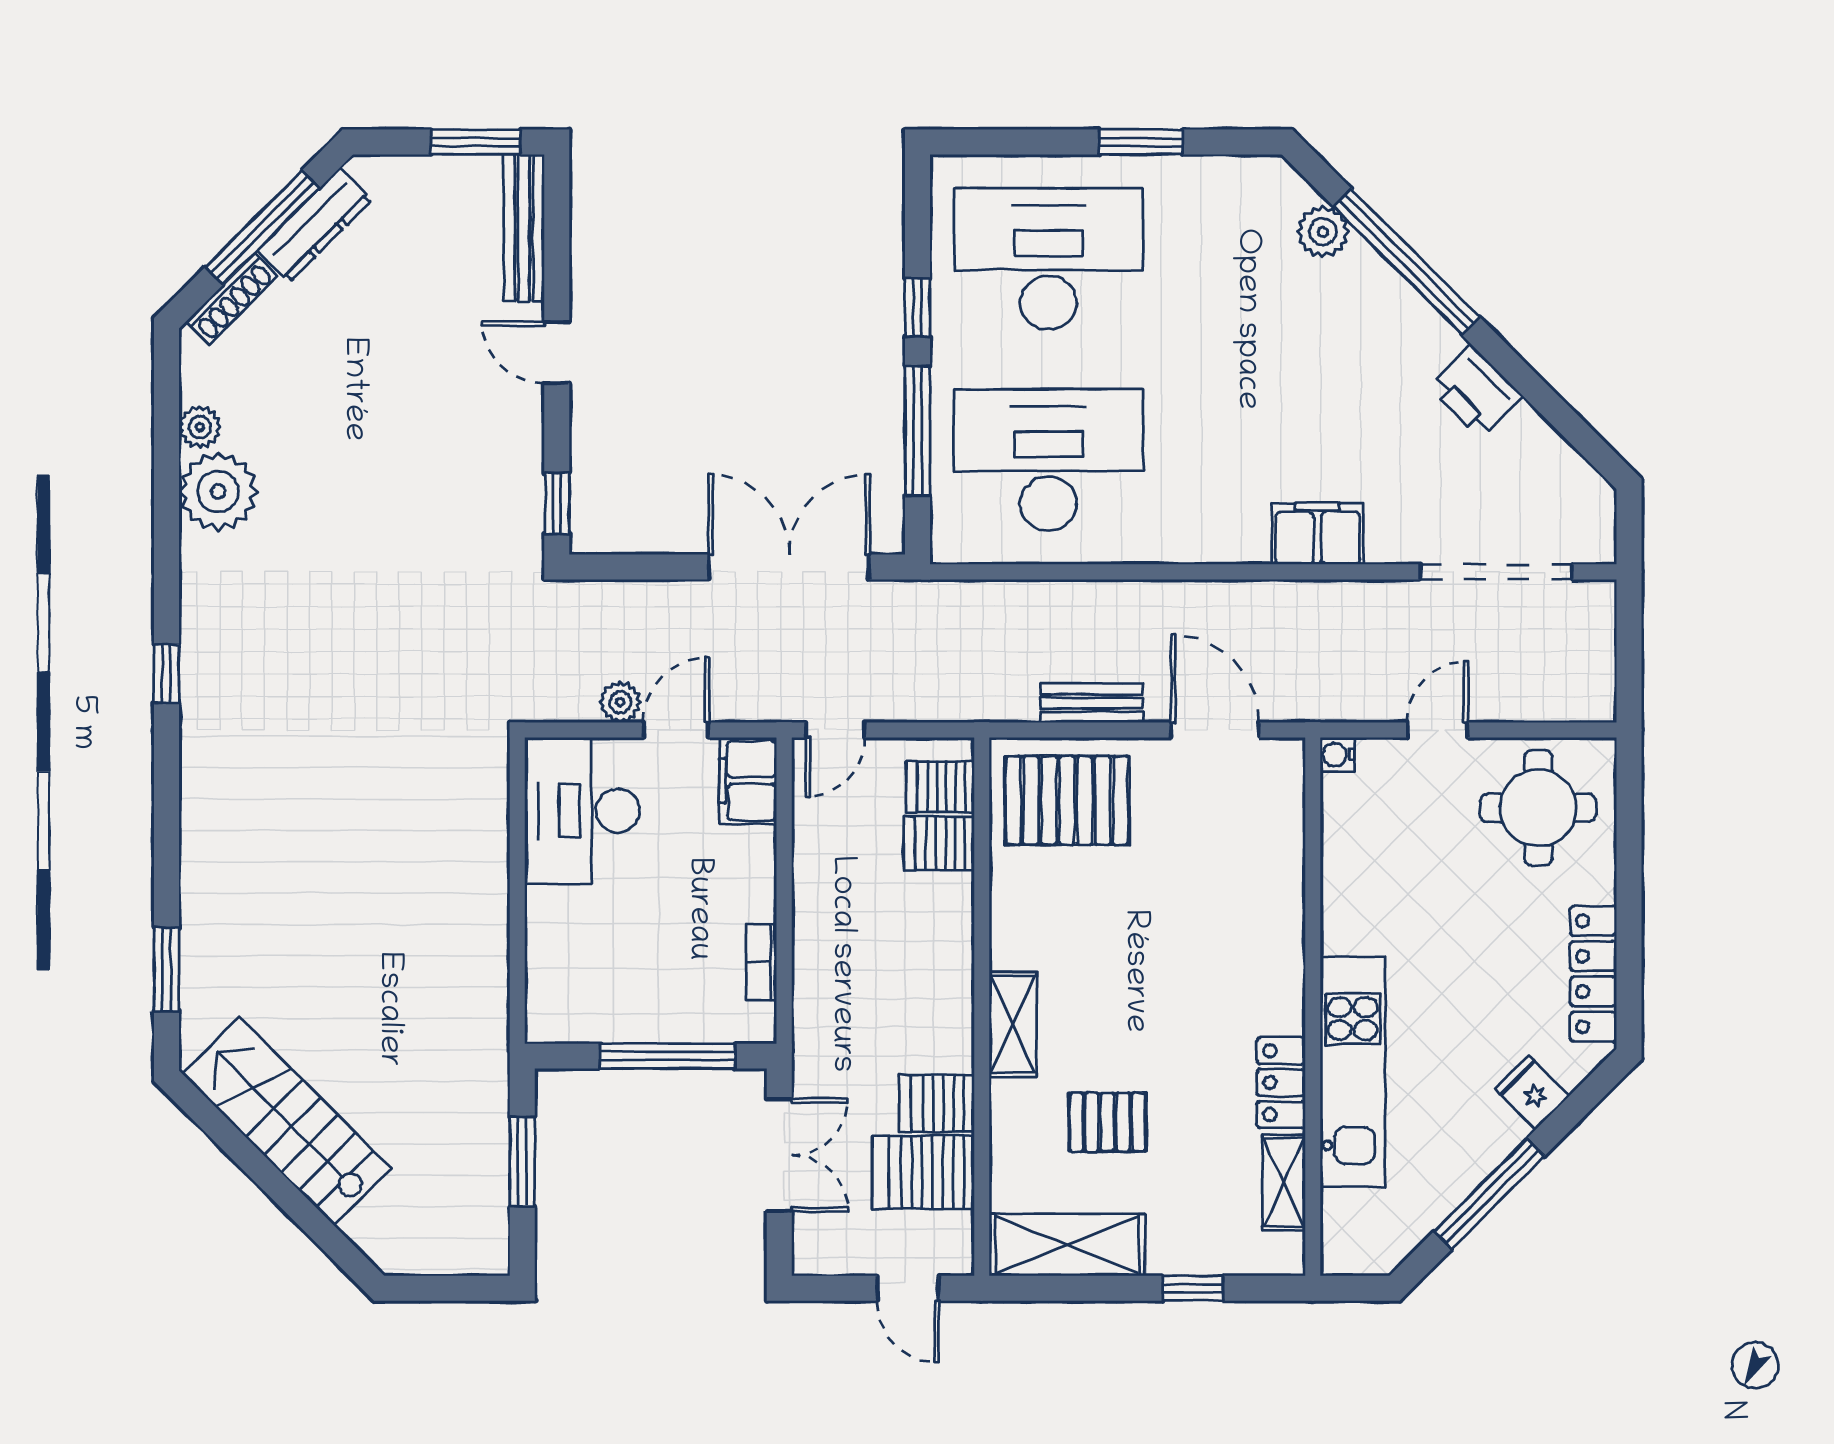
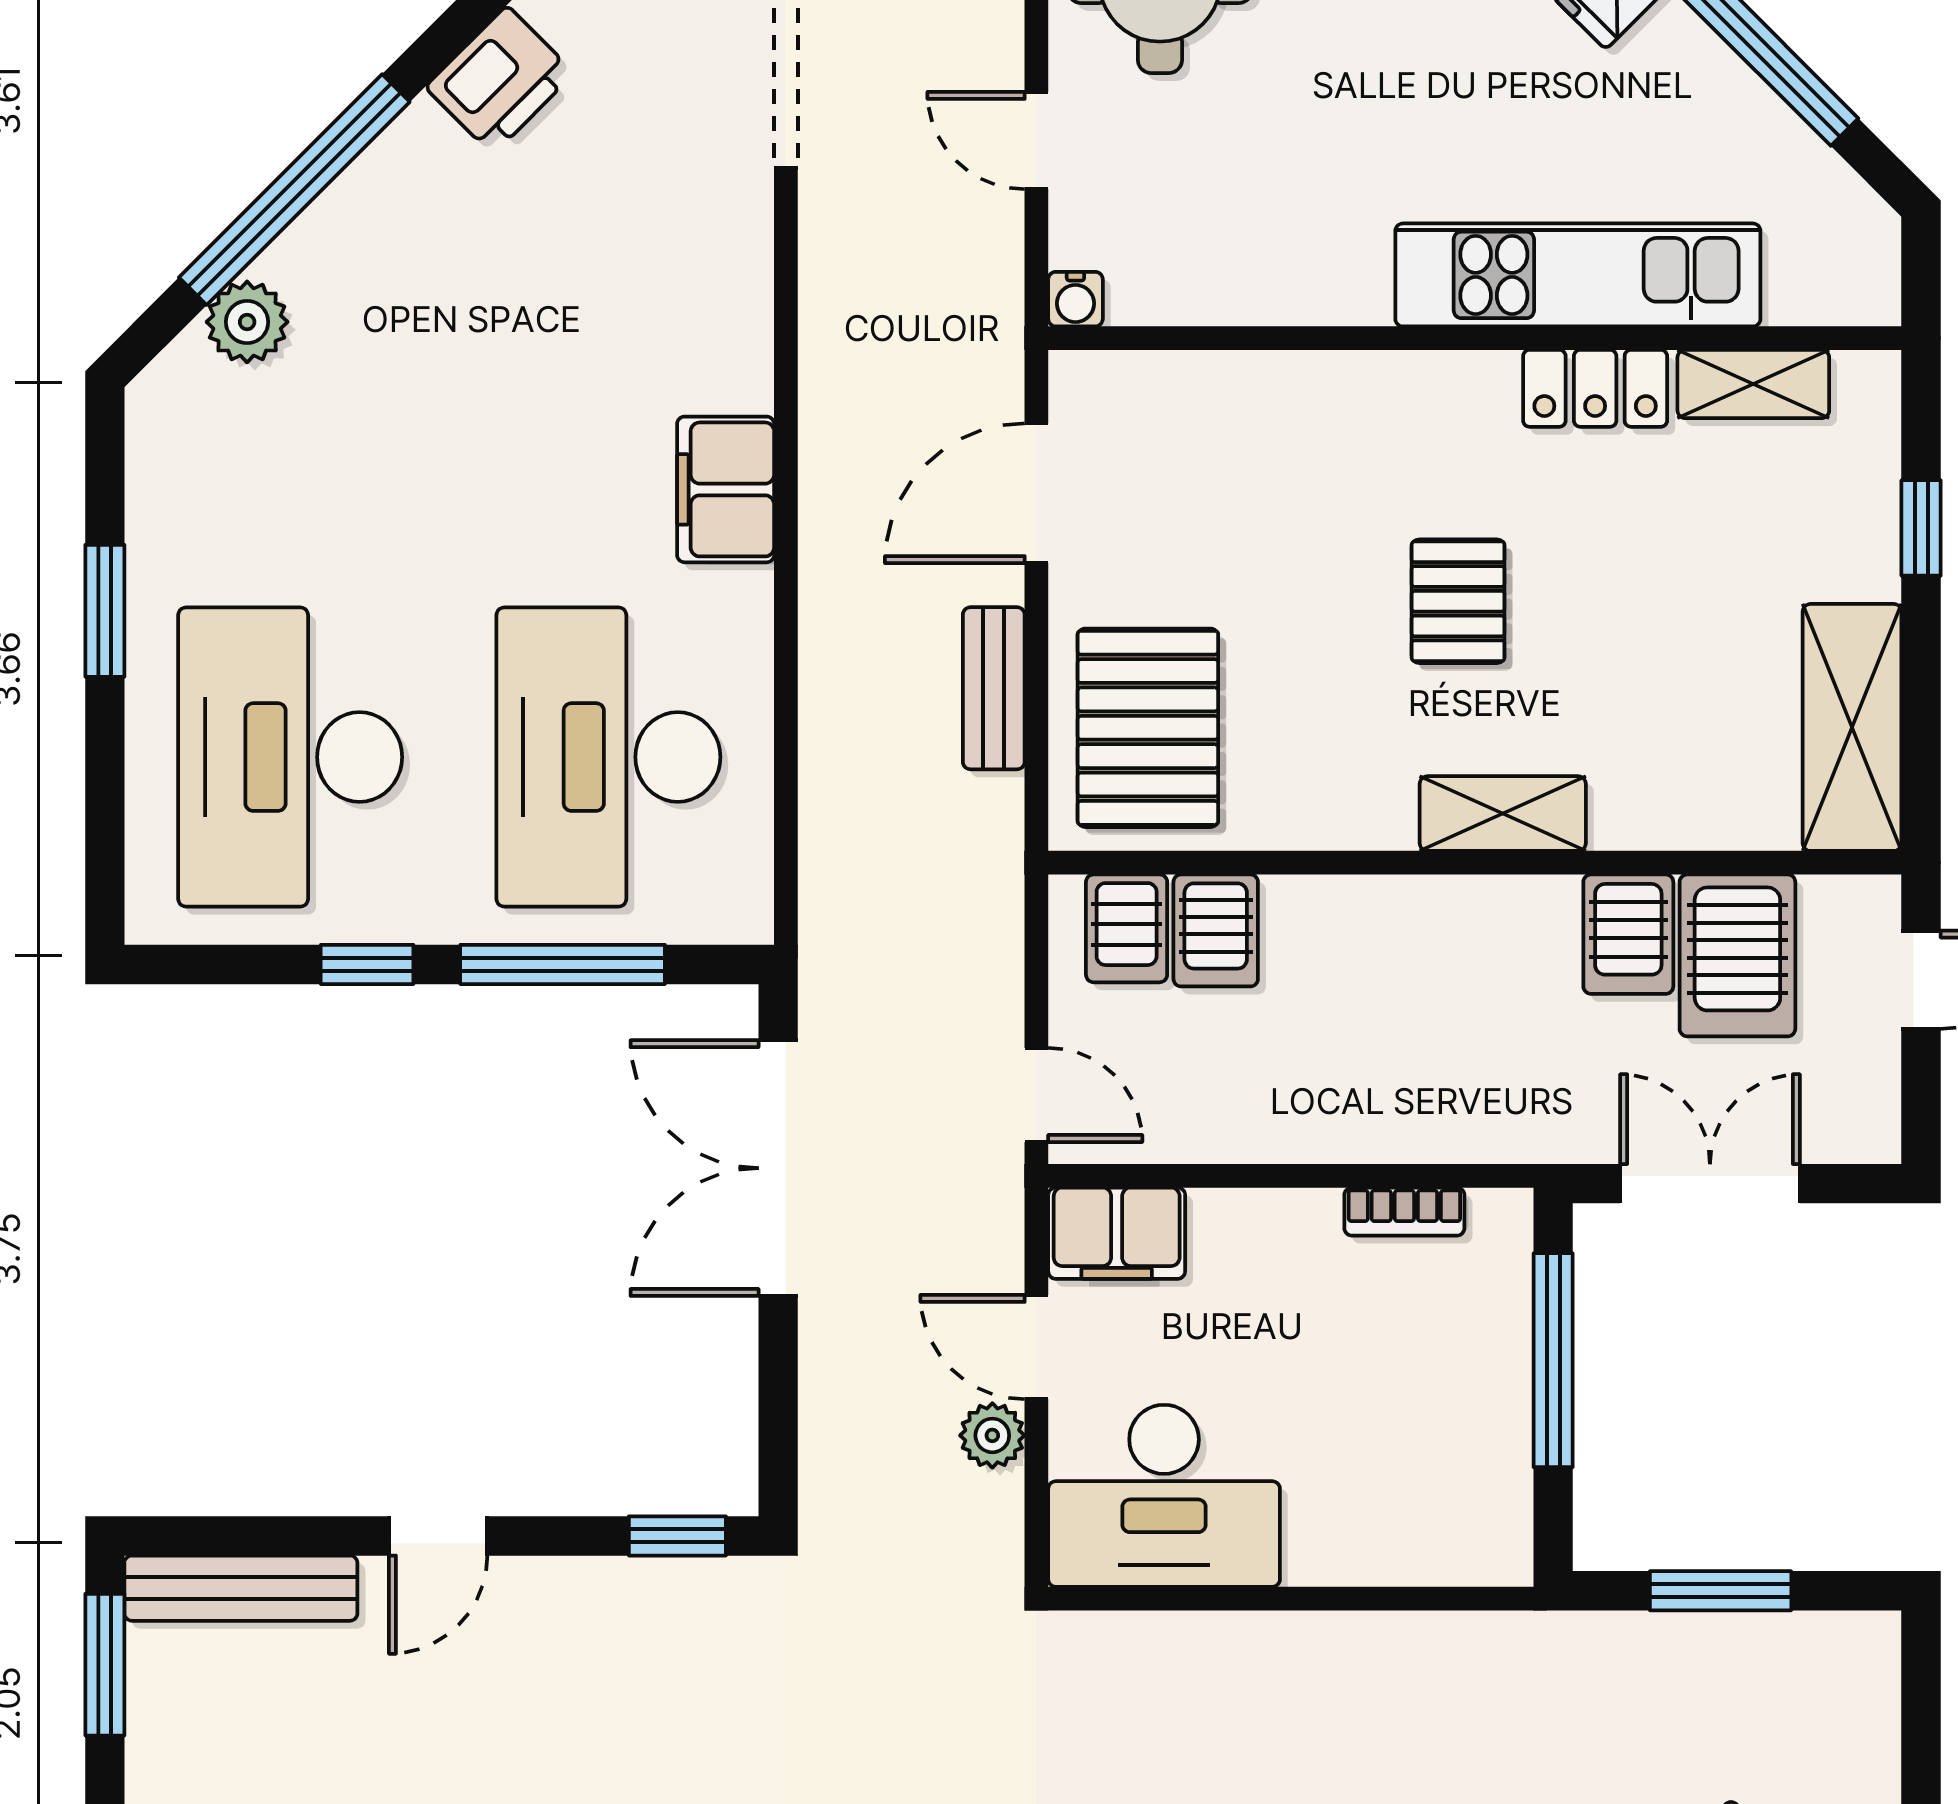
filing cabinet: (1317, 534) -> (726, 489), moved
pallet: (1107, 1122) -> (1458, 601), moved

